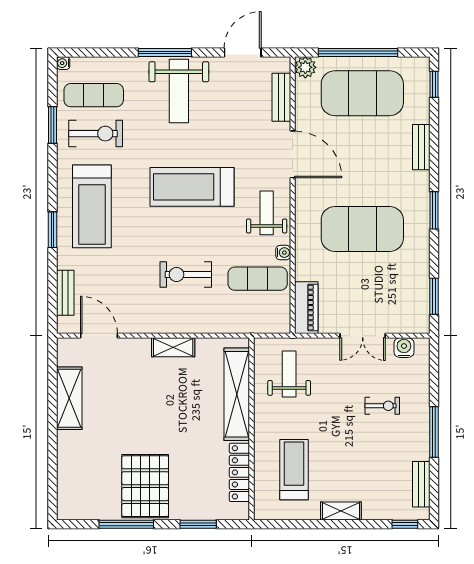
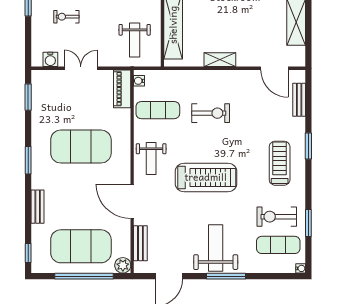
treadmill: (92, 206) -> (280, 163), width x0.73, depth x0.73
water cooler: (283, 253) -> (139, 81), moved

